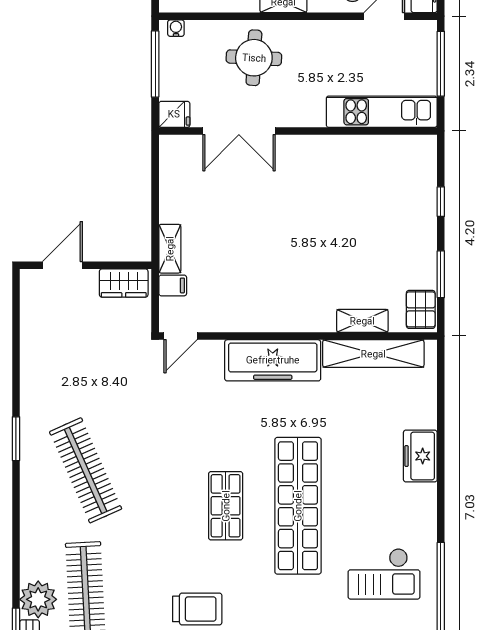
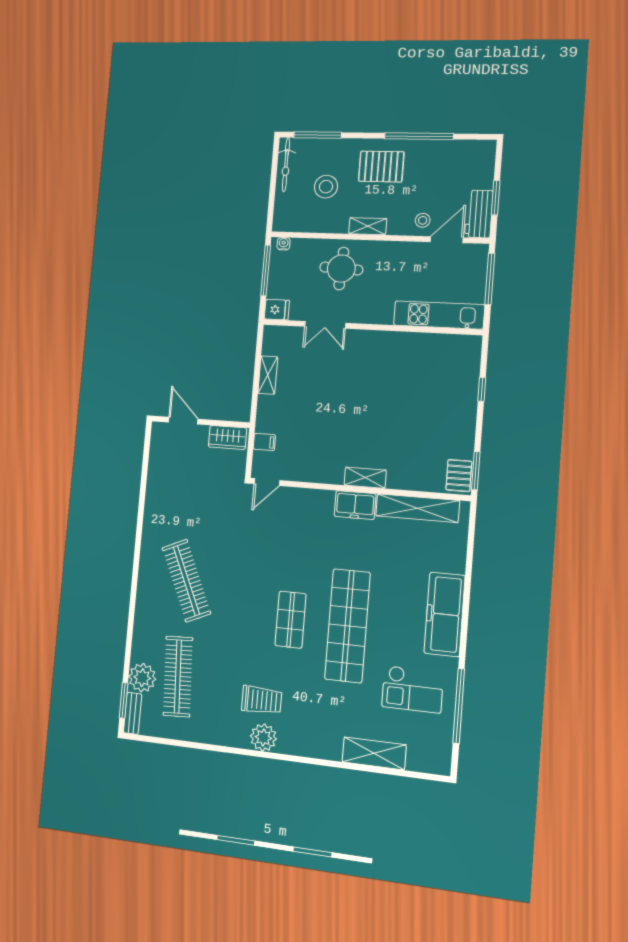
double door: (239, 131) -> (325, 325), width x0.73
shelving: (170, 249) -> (268, 375), moved
door: (62, 265) -> (183, 421), hinge flipped
window: (441, 274) -> (476, 471), moved
shelving: (362, 321) -> (365, 478), moved
freezer: (273, 360) -> (355, 505), width x0.52, depth x0.79
window: (16, 439) -> (137, 551), removed
freezer: (420, 456) -> (445, 614), width x1.91, depth x1.26

